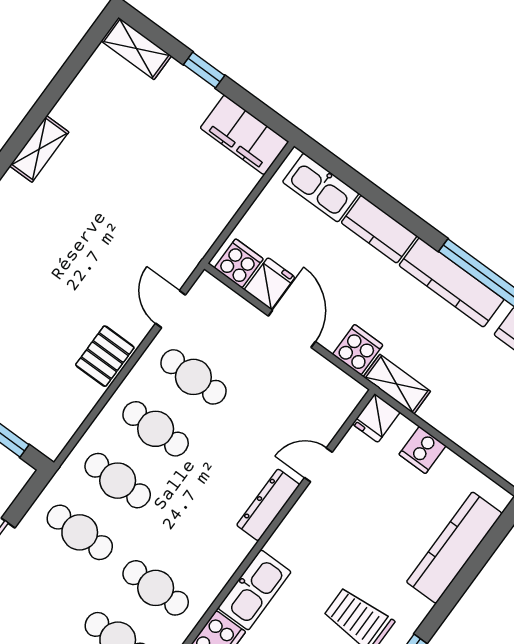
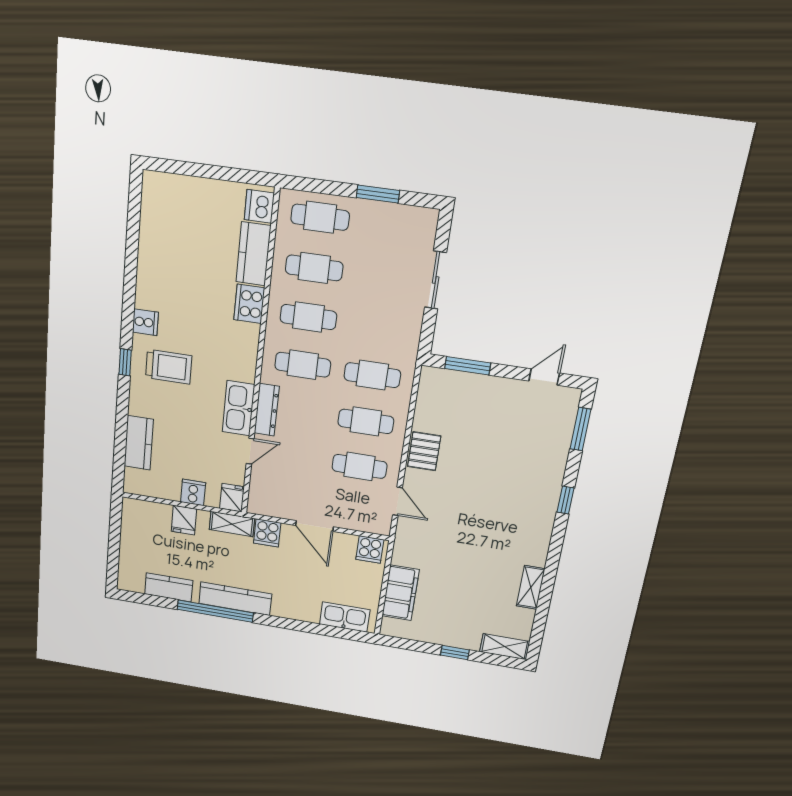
filing cabinet: (244, 135) -> (400, 593), moved, turned 90
shelving: (39, 149) -> (531, 587), moved
kitchen counter: (379, 229) -> (296, 609), removed
fridge: (270, 283) -> (184, 520), moved
cafe table: (80, 532) -> (303, 365), moved
kitchen counter: (454, 548) -> (139, 443), width x0.67
kitchen sink: (254, 590) -> (238, 408), moved

